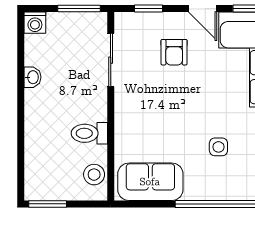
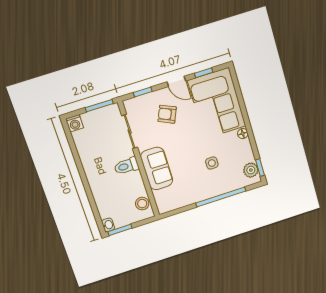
armchair: (174, 52) -> (167, 114), turned 114
washbasin: (32, 77) -> (108, 225), moved
toilet: (89, 133) -> (126, 166), moved
sofa: (150, 182) -> (157, 169), moved, turned 90

